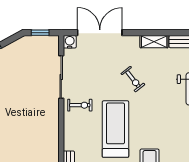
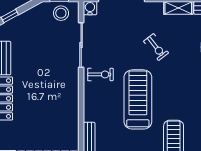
stool: (42, 47) -> (61, 13), added

